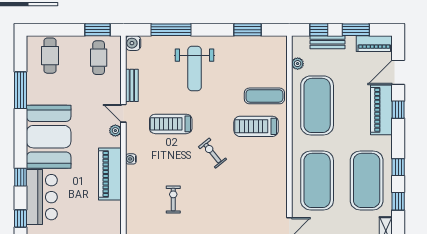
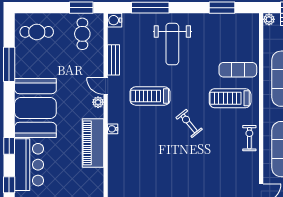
cafe table: (50, 56) -> (37, 32), turned 90
plant: (298, 64) -> (269, 19), moved
exercise bike: (173, 200) -> (249, 138), moved

